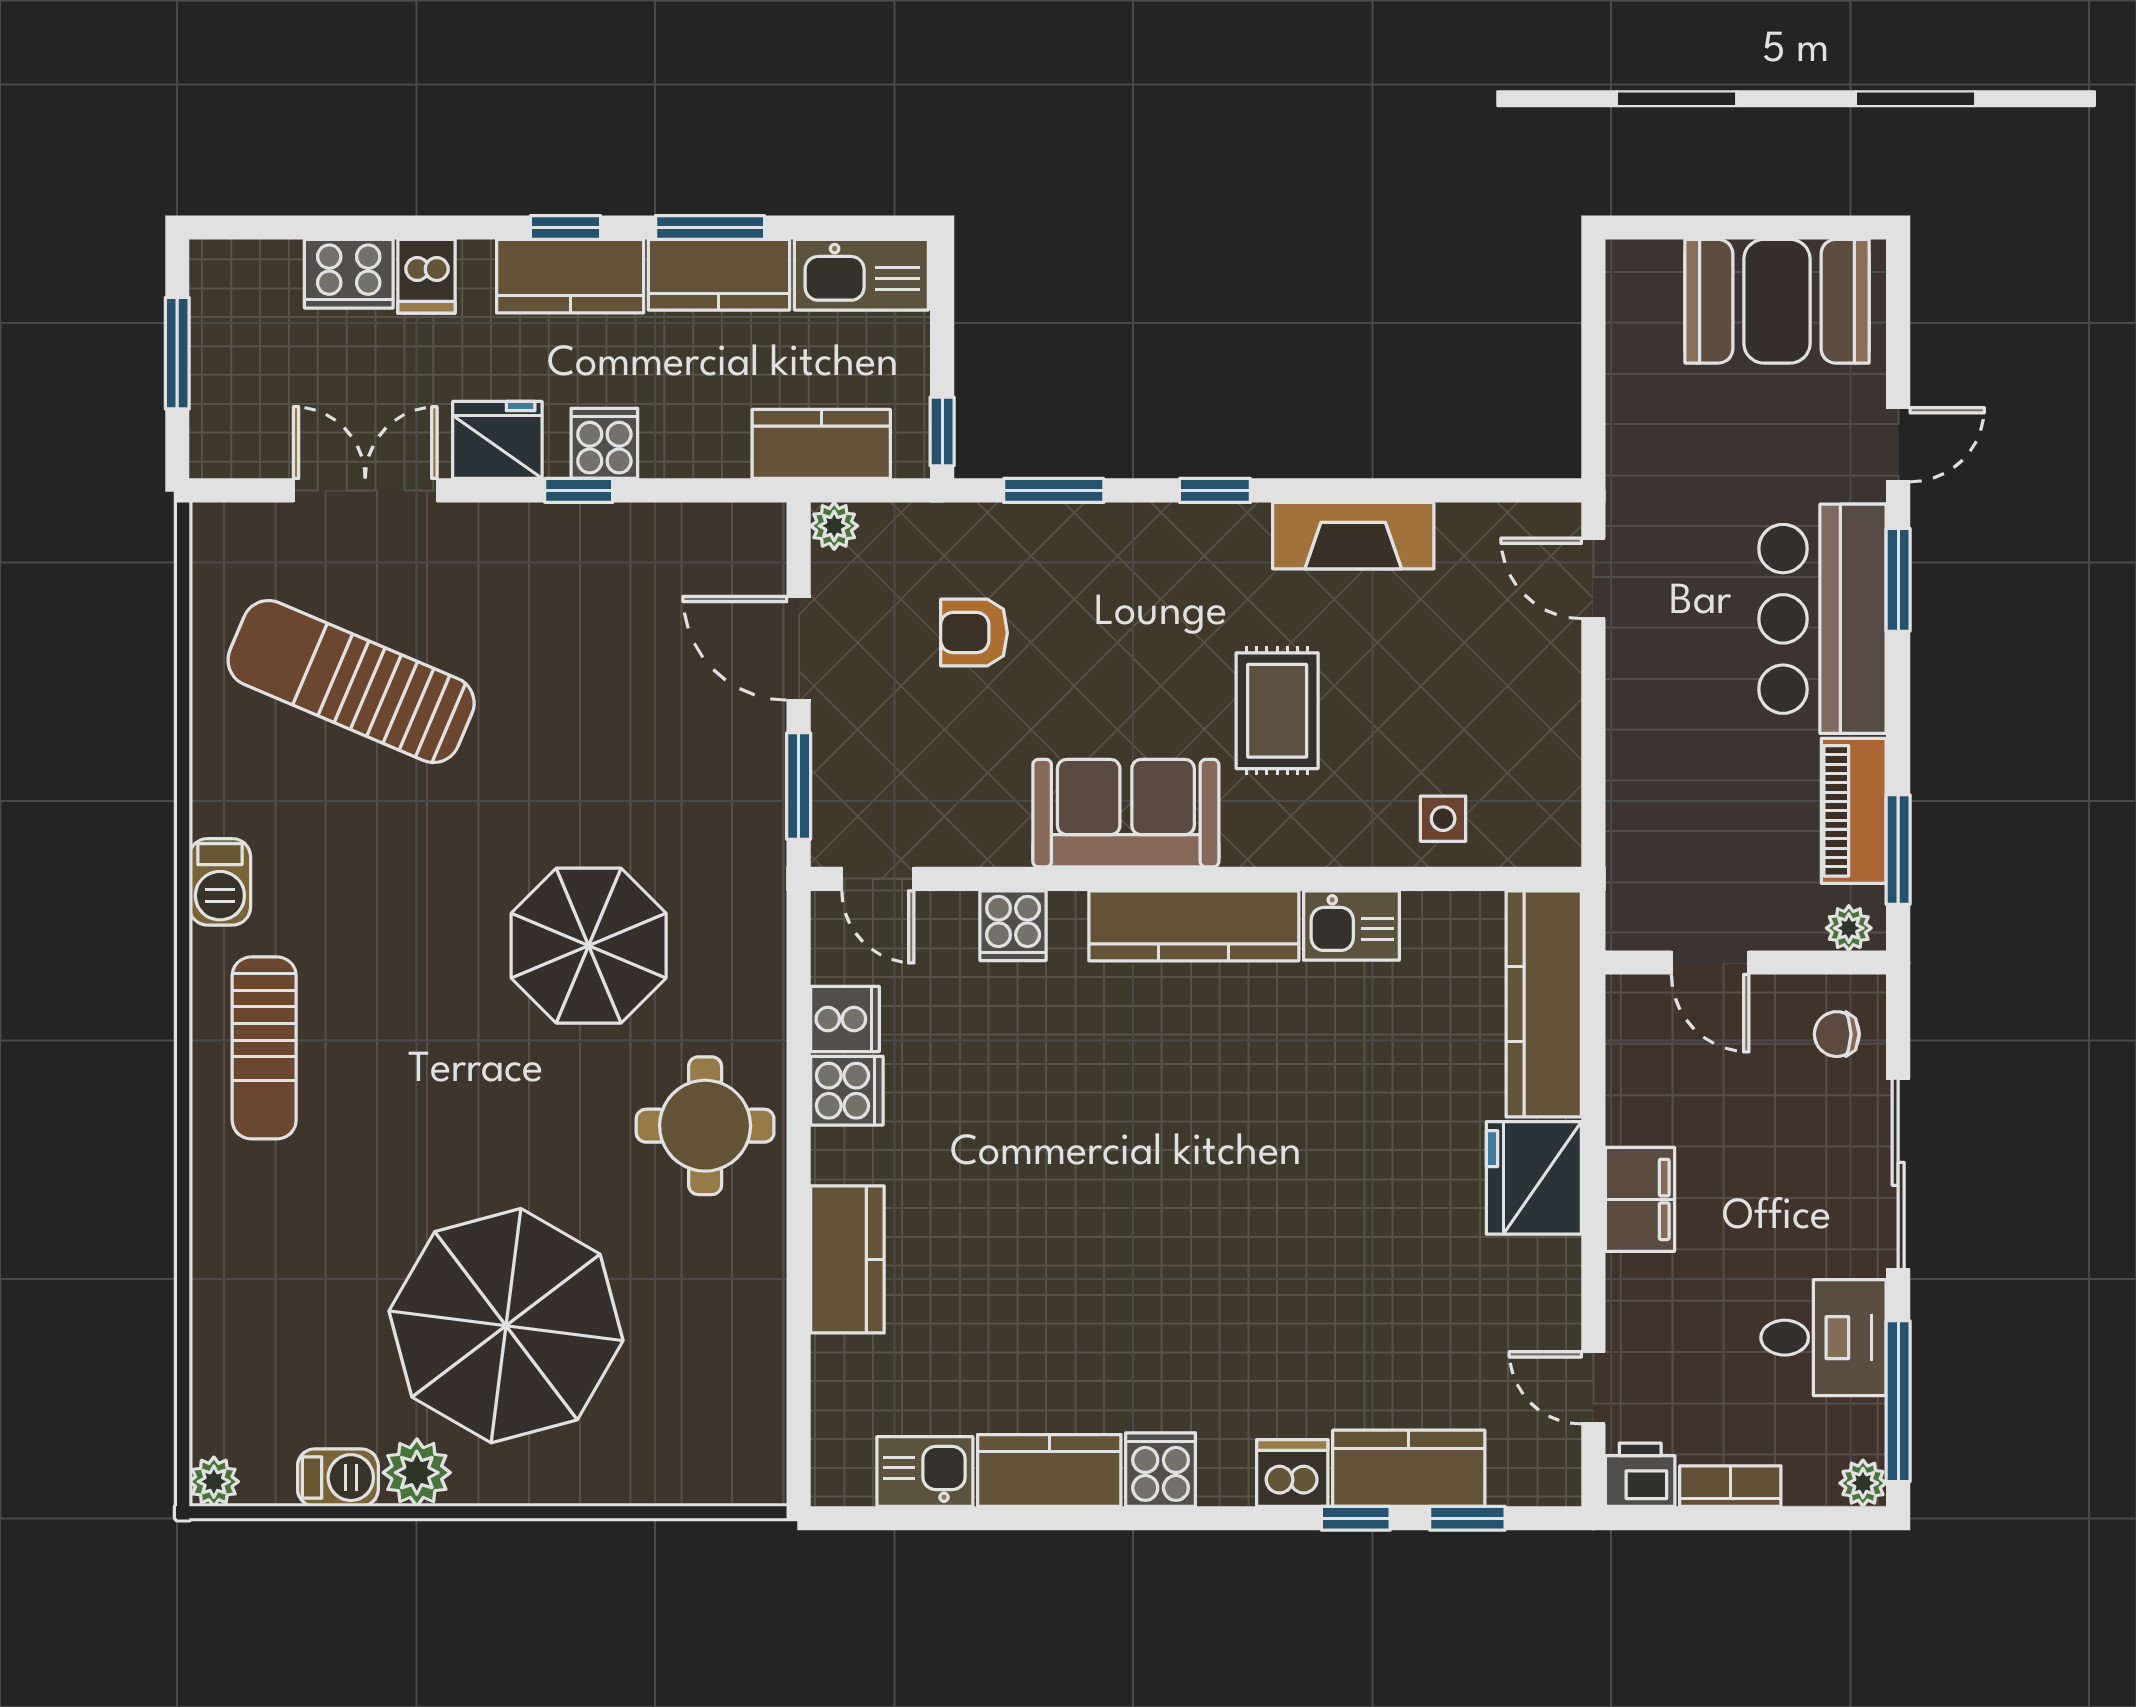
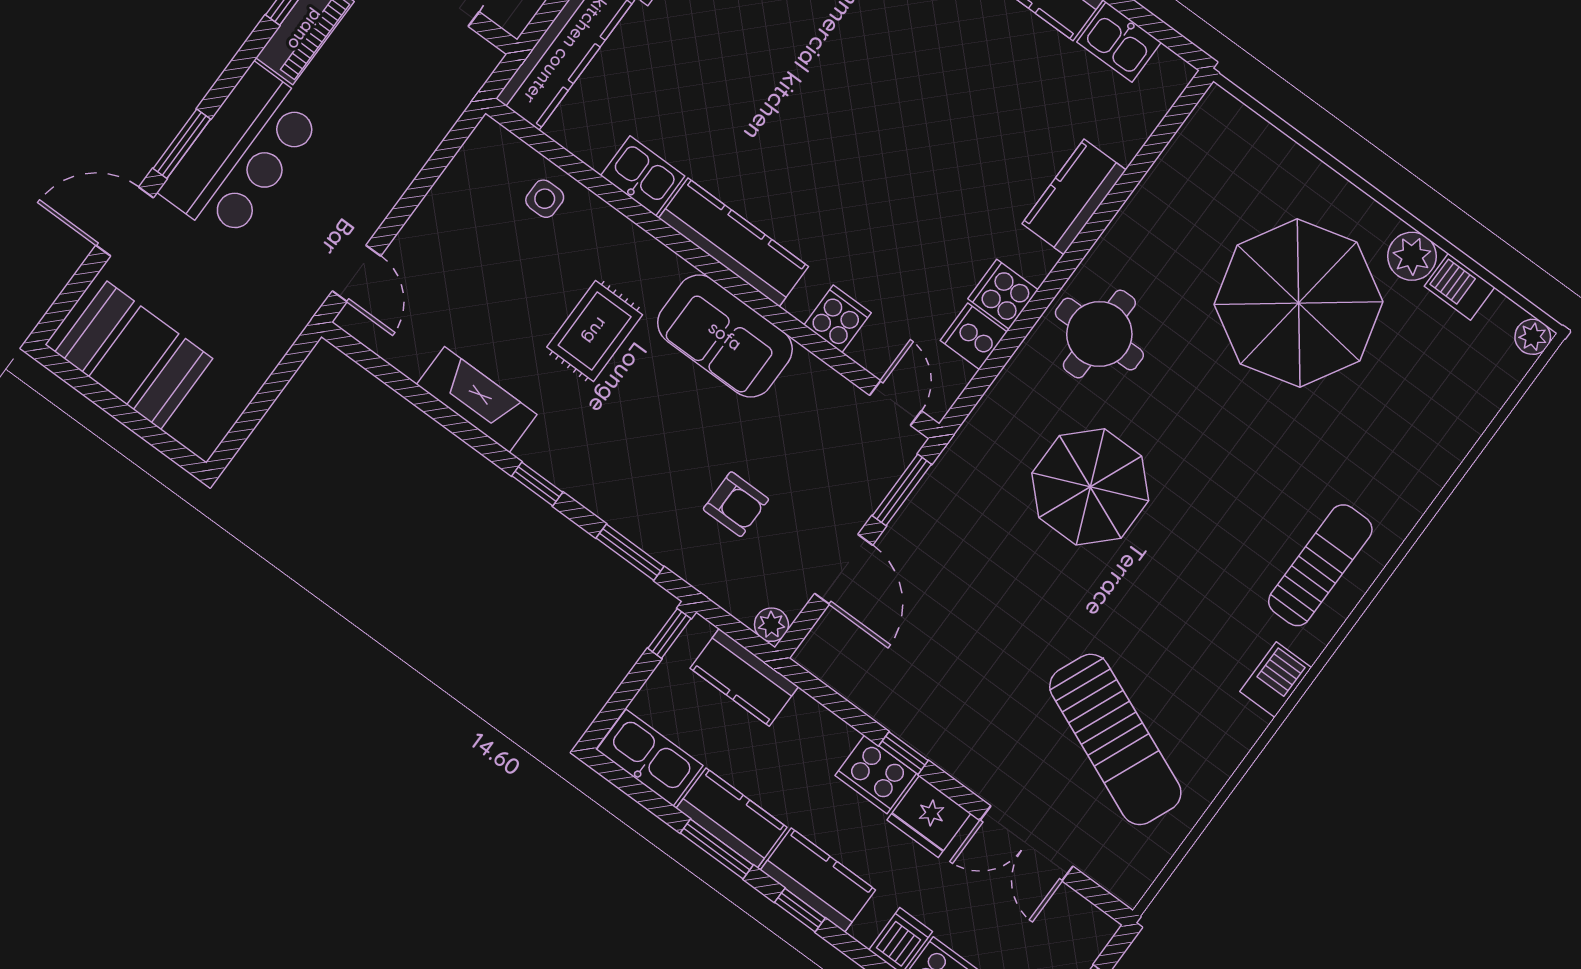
cooker: (604, 443) -> (876, 774), width x1.36
door: (1898, 445) -> (125, 222), width x1.38

